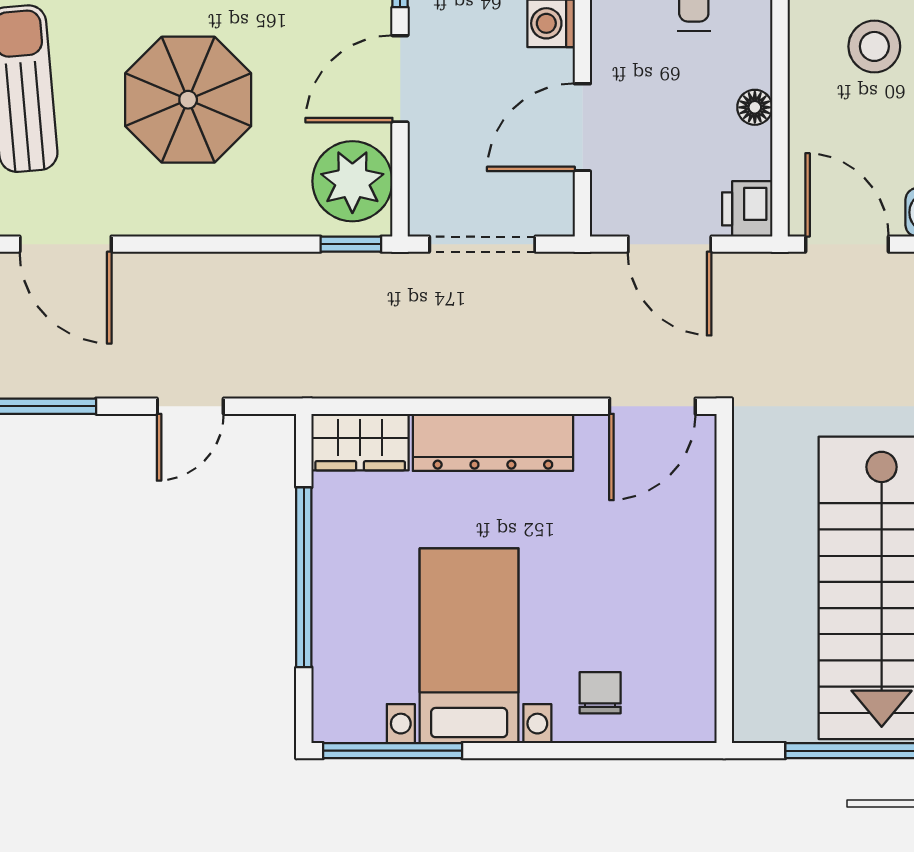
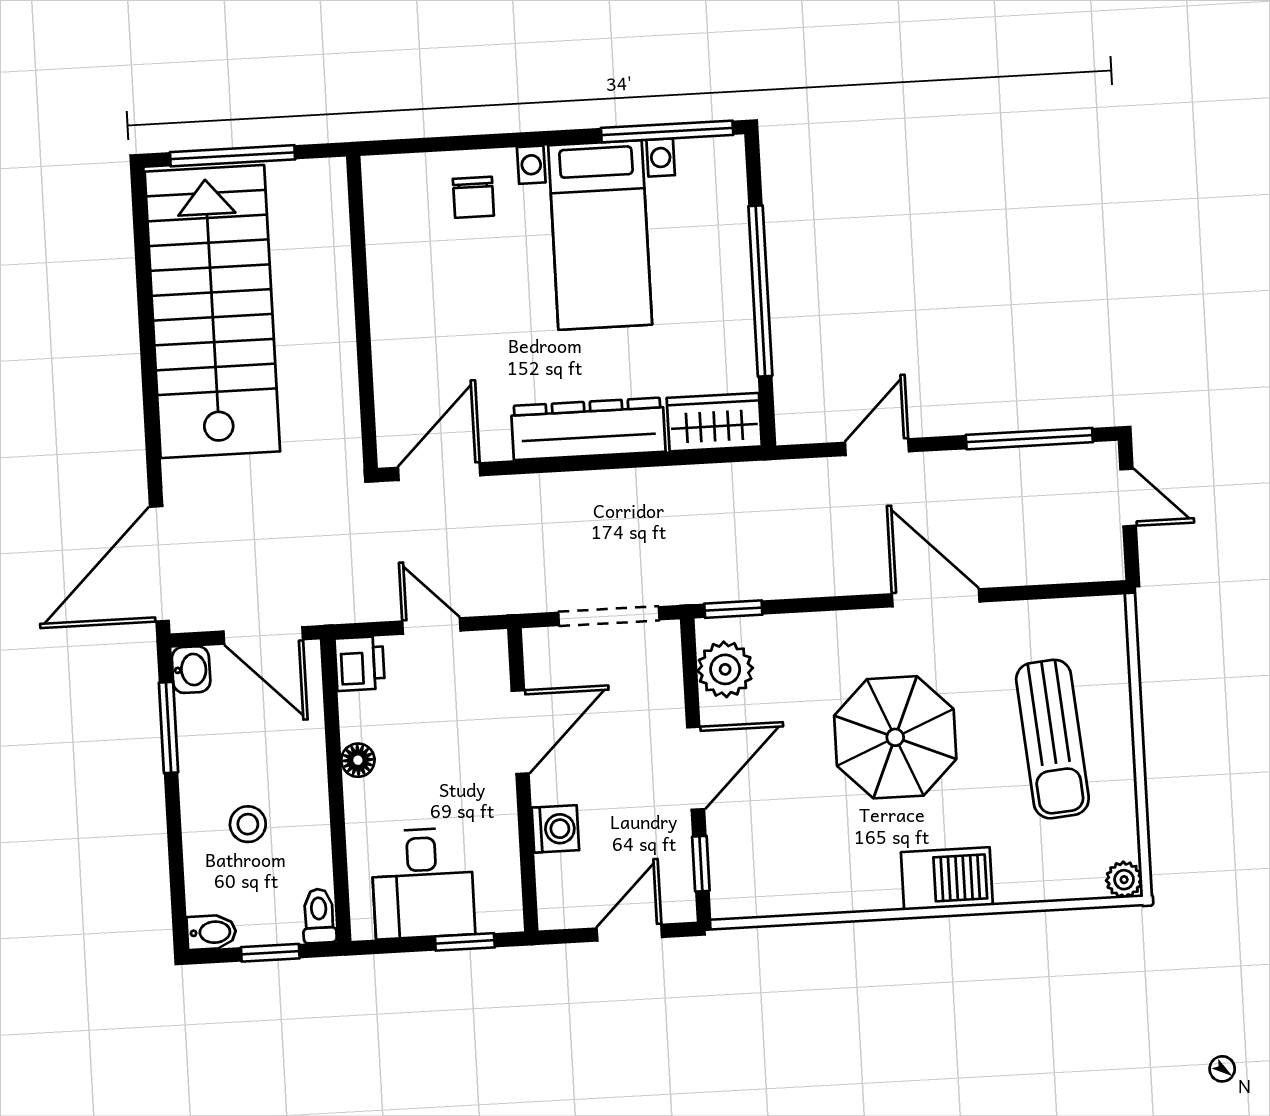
stool: (874, 46) -> (248, 824), width x0.73, depth x0.73
plant: (352, 181) -> (725, 669), width x0.73, depth x0.73
door: (66, 244) -> (936, 598), moved
door: (670, 244) -> (431, 626), width x0.73

